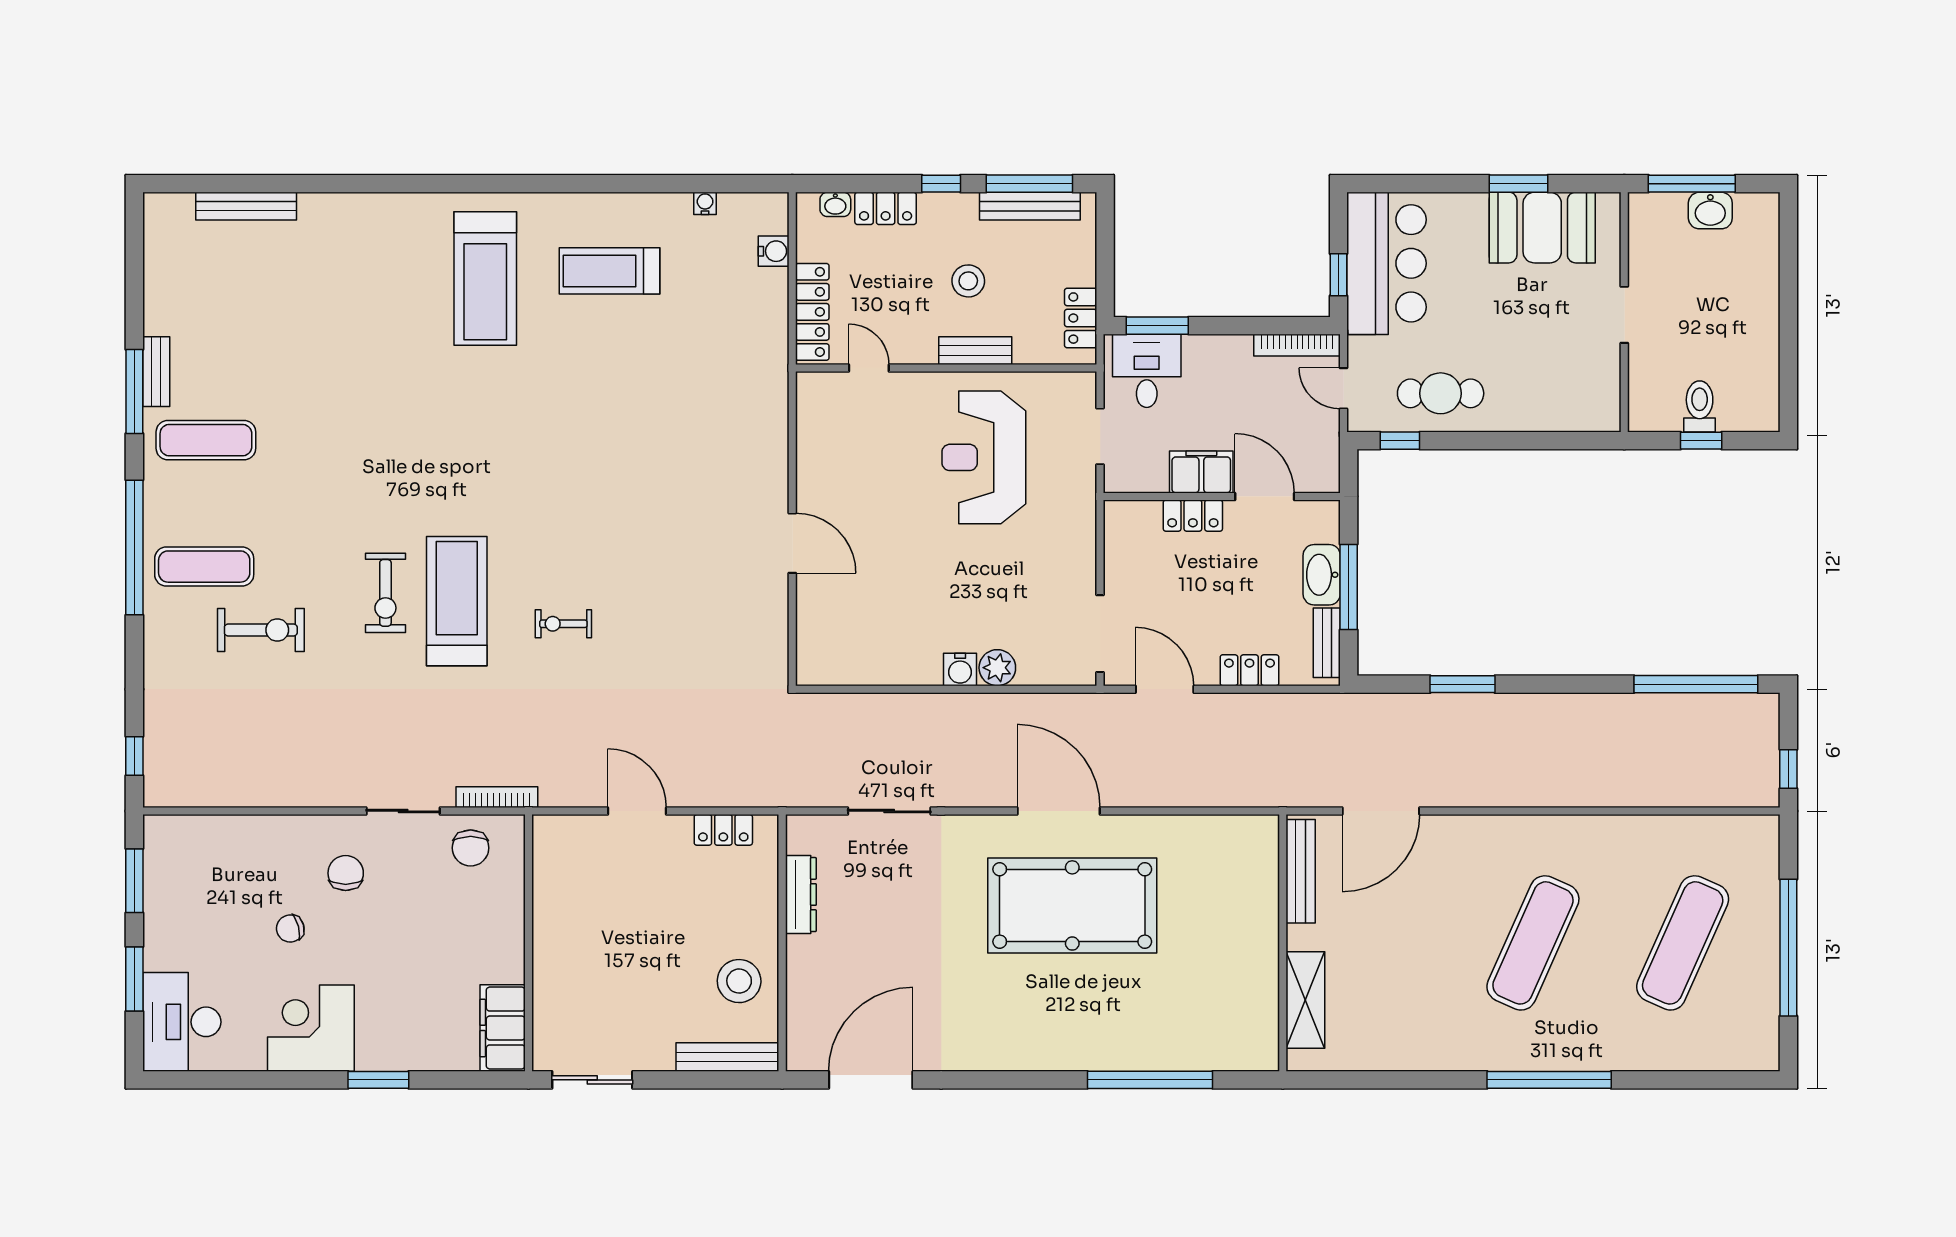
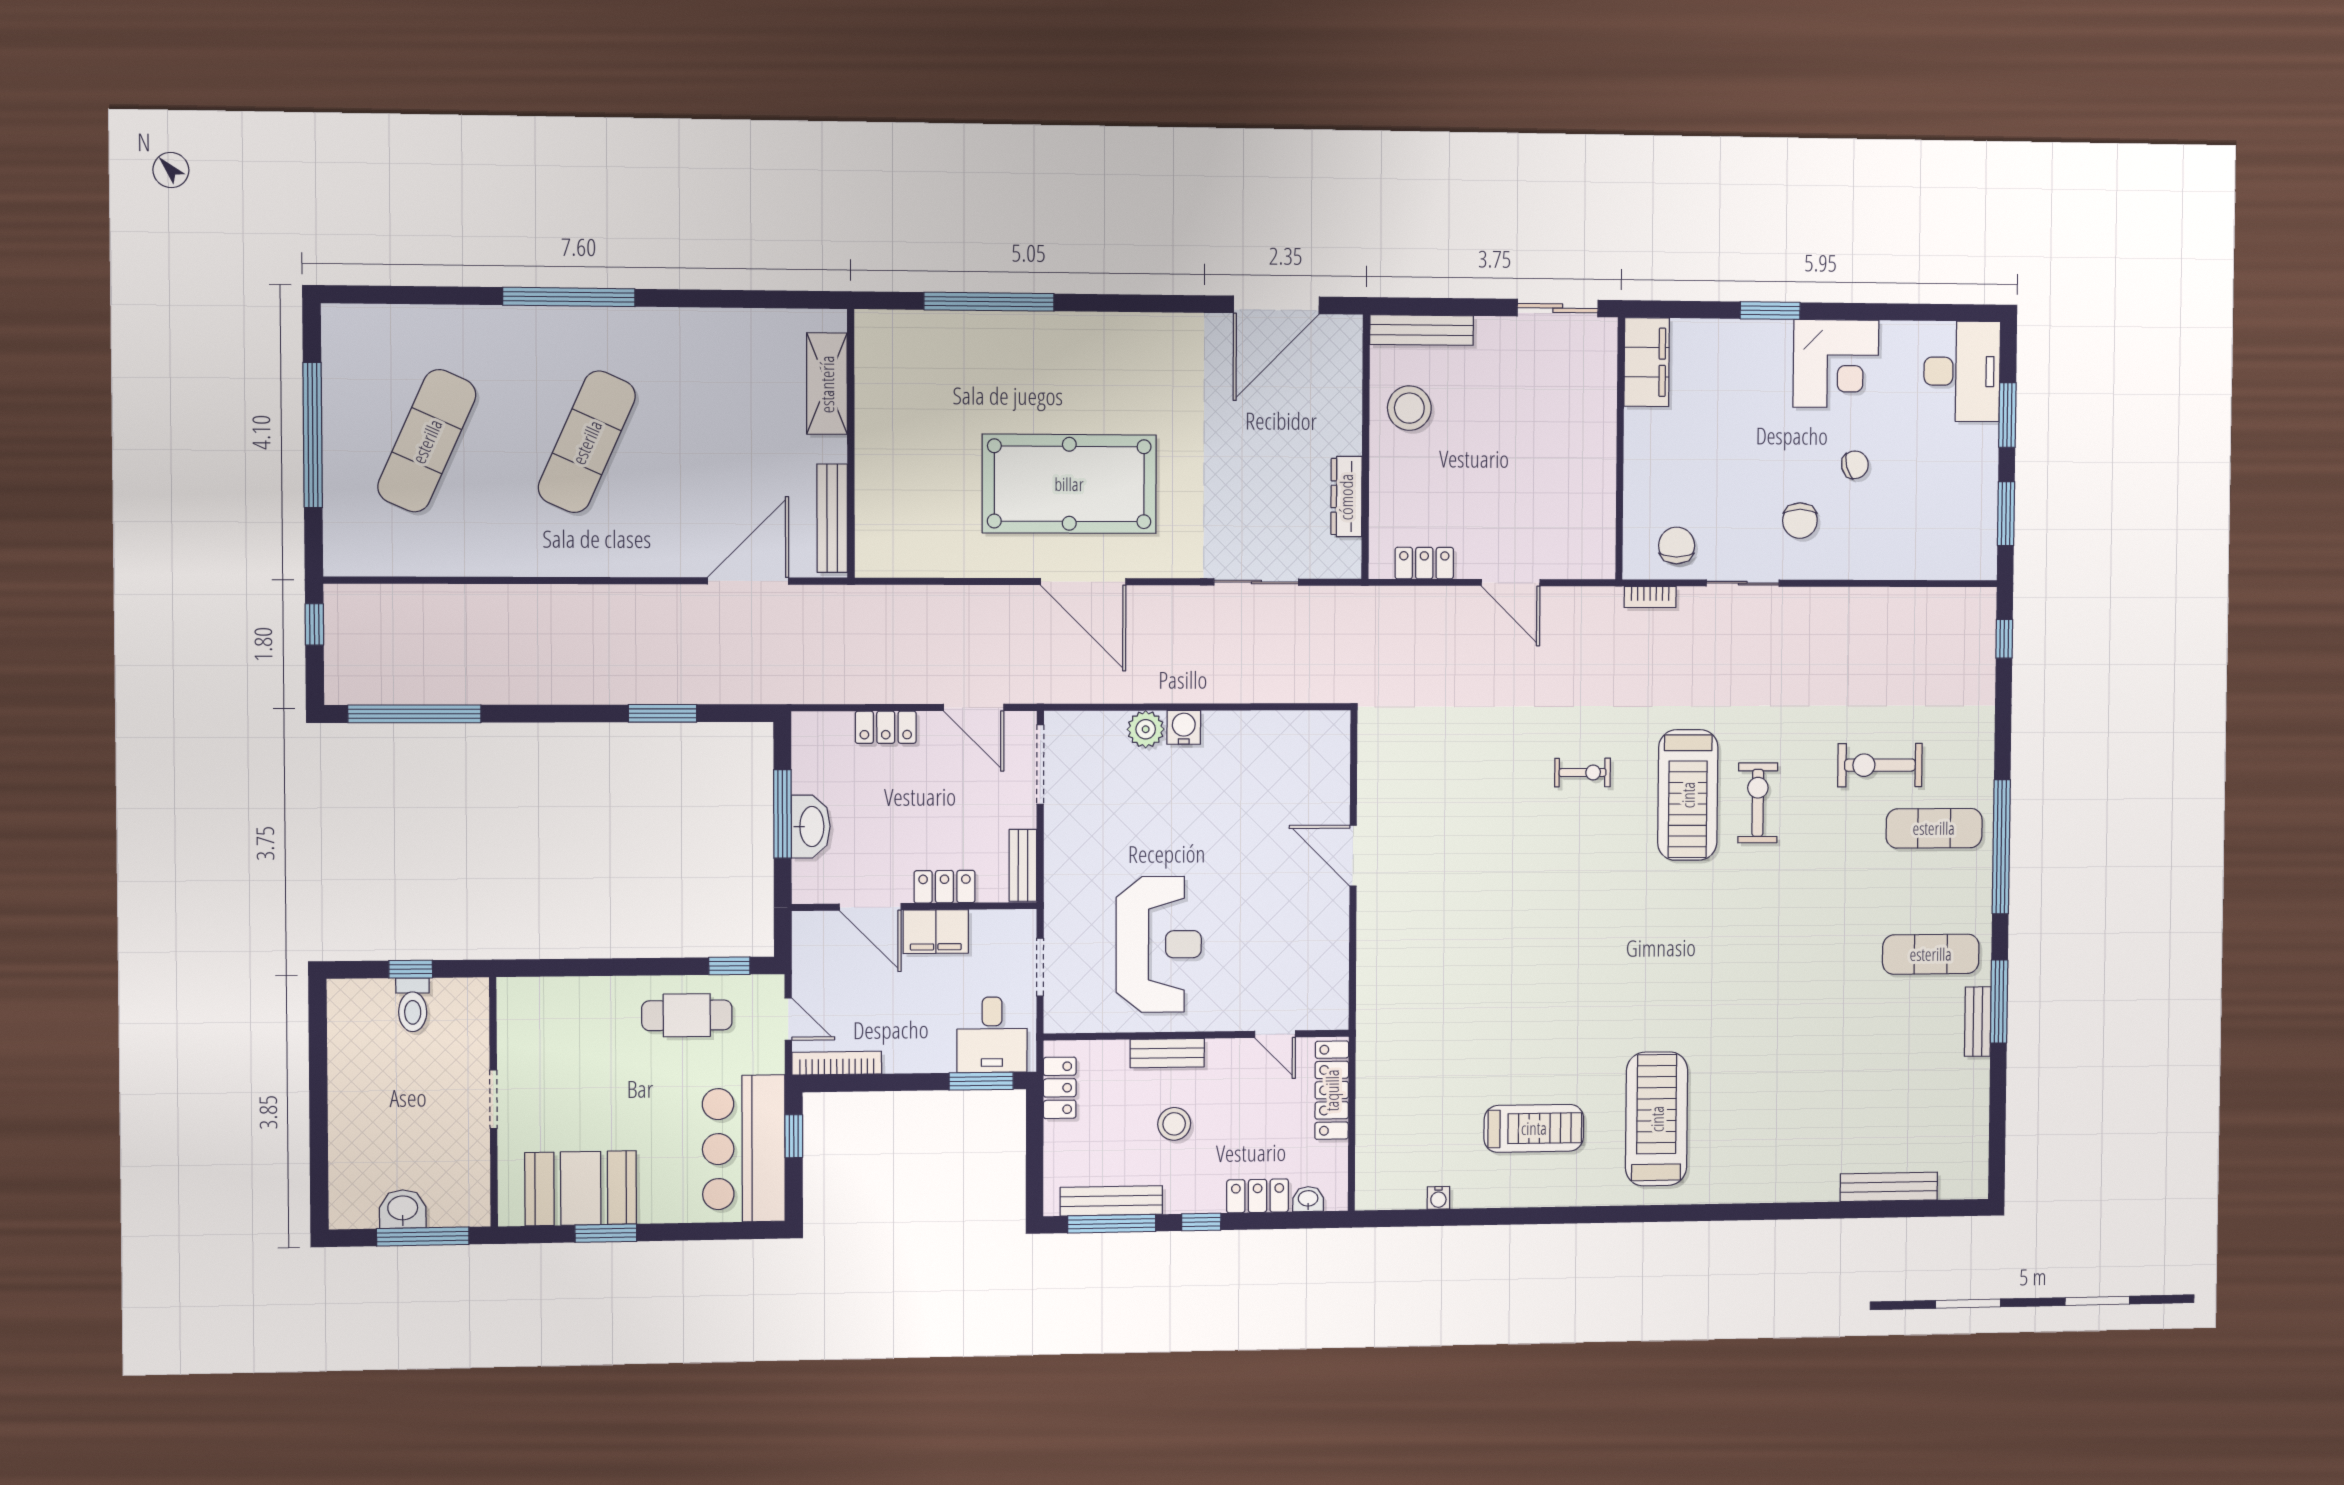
water cooler: (774, 251) -> (1370, 1151), removed
bench: (1327, 643) -> (1023, 865), moved
bookcase: (497, 797) -> (1650, 597), width x0.64

